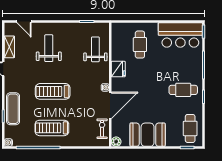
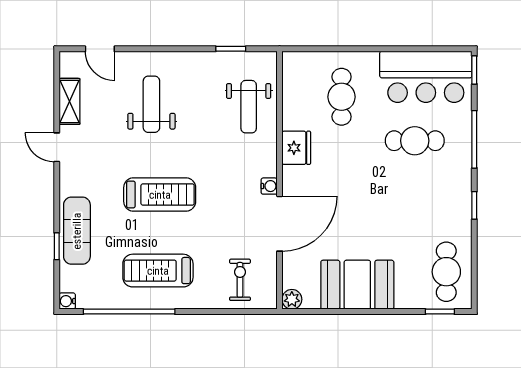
weight bench: (95, 49) -> (249, 107), turned 180
cafe table: (183, 90) -> (415, 141), moved
treadmill: (53, 91) -> (160, 195), turned 180
exercise bike: (102, 129) -> (240, 280), moved

